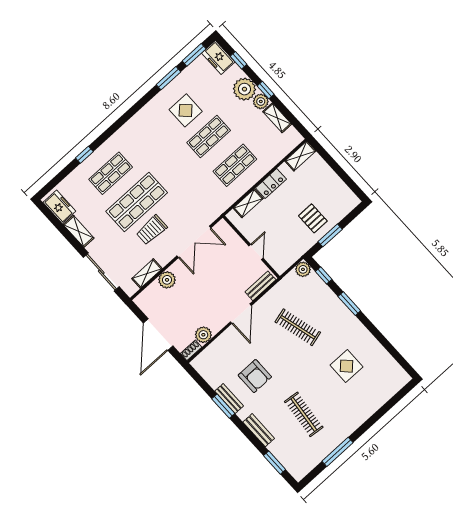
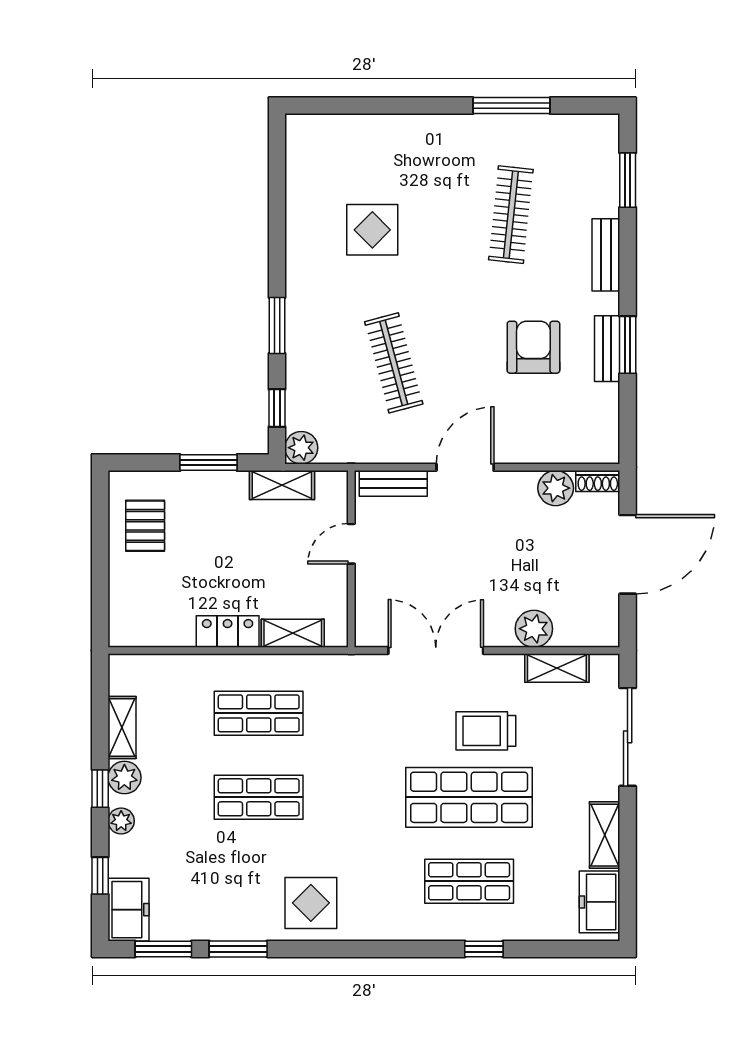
plant: (244, 89) -> (121, 821), width x0.53, depth x0.53
display table: (186, 110) -> (311, 903), moved
shelving: (300, 156) -> (282, 485), moved
pallet: (313, 218) -> (145, 526), moved
trolley: (152, 230) -> (486, 731), turned 180

